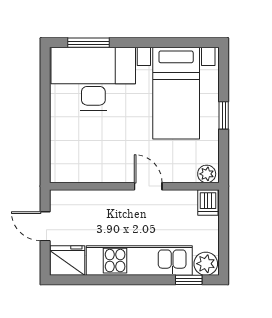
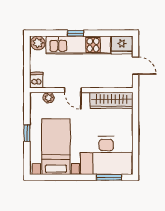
wardrobe: (85, 169) -> (111, 100), added
plant: (207, 174) -> (49, 98), moved
window: (189, 280) -> (76, 33), moved

